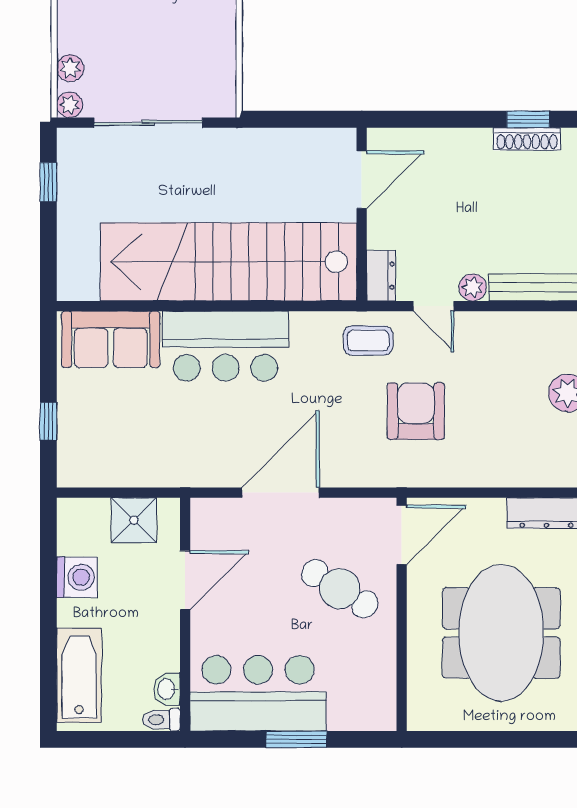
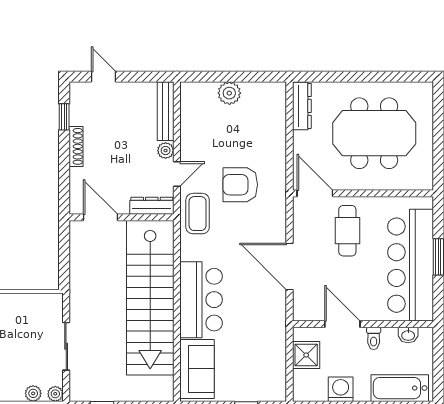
sliding door: (148, 123) -> (66, 346), width x0.73
shoe rack: (527, 139) -> (76, 146), moved
dresser: (381, 276) -> (152, 206), width x1.44
coffee table: (368, 340) -> (198, 214), width x1.36, depth x1.30
cafe table: (340, 589) -> (347, 231), turned -32
bar counter: (258, 693) -> (411, 265), width x1.36
toilet: (161, 720) -> (374, 338), moved

